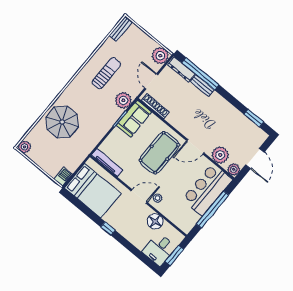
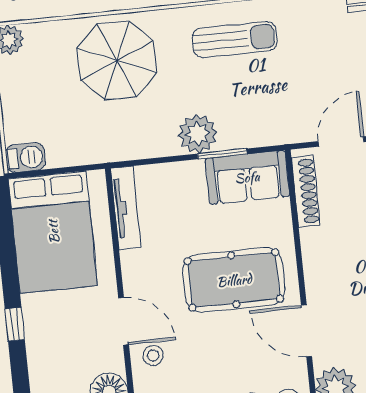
sun lounger: (106, 73) -> (235, 39), moved
plant: (123, 100) -> (198, 134), moved

